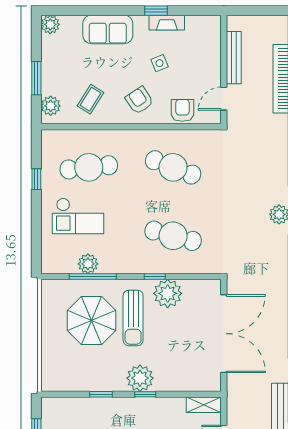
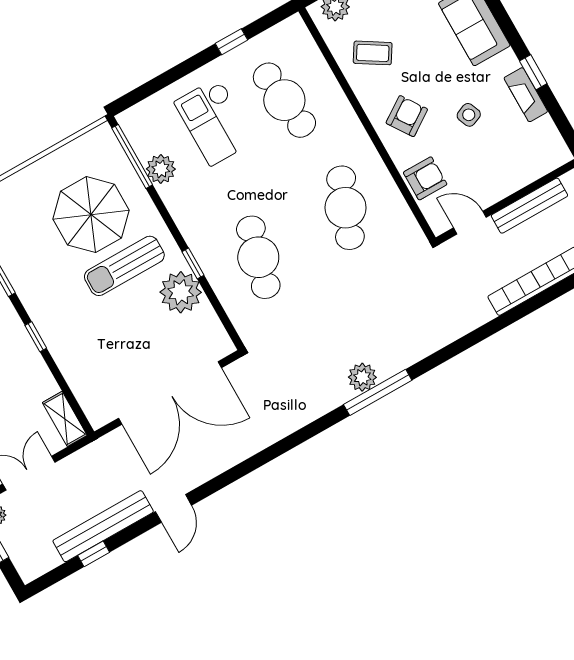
window: (93, 277) -> (132, 156), moved
plant: (140, 378) -> (53, 318), removed

